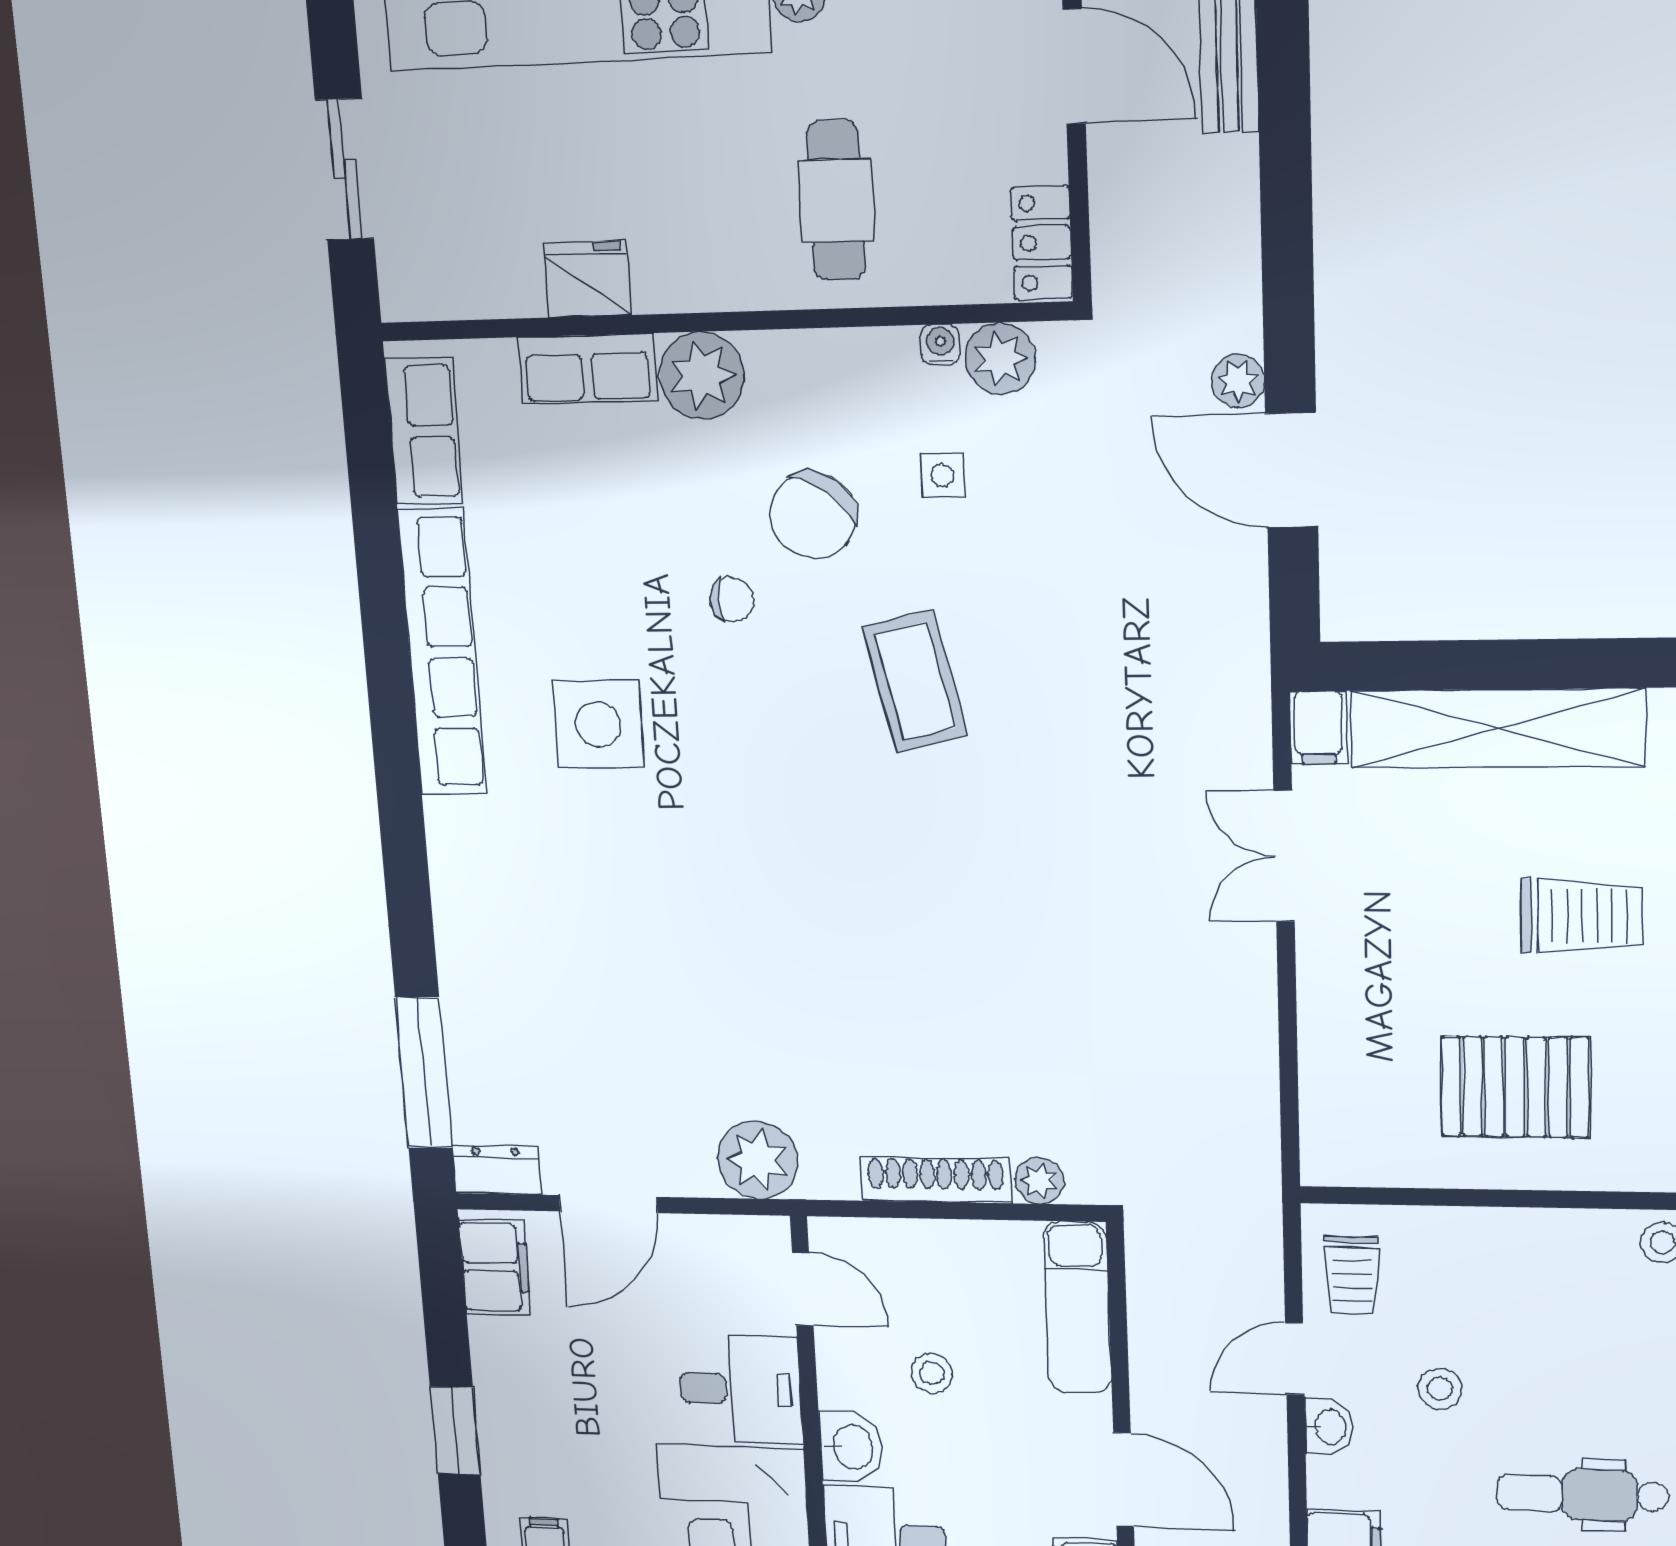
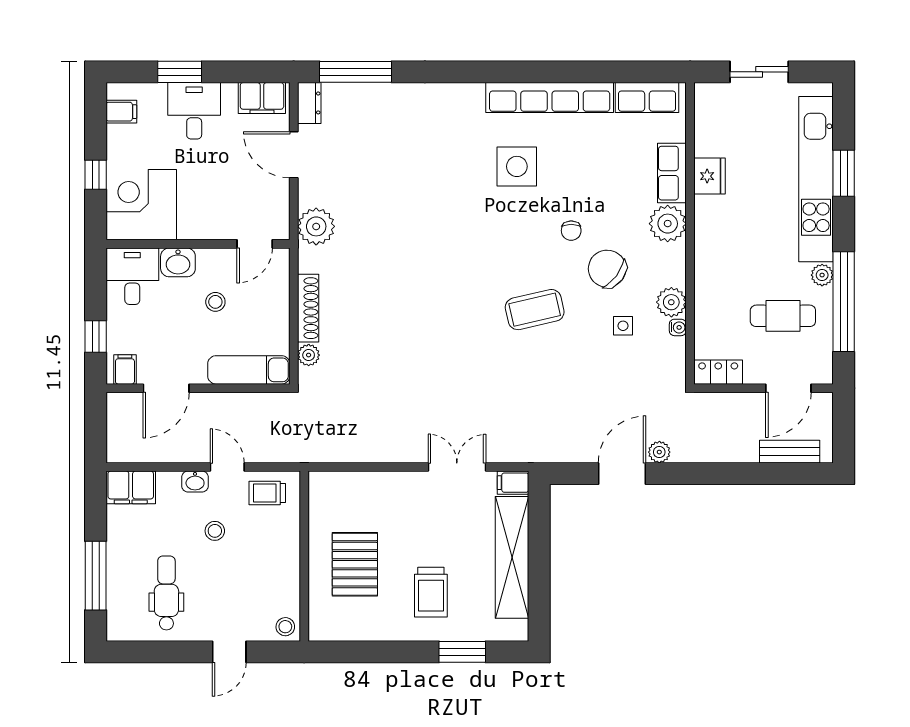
cafe table: (836, 200) -> (783, 316), moved
plant: (1000, 358) -> (671, 302), moved
desk: (740, 1389) -> (194, 111), moved, turned 180

